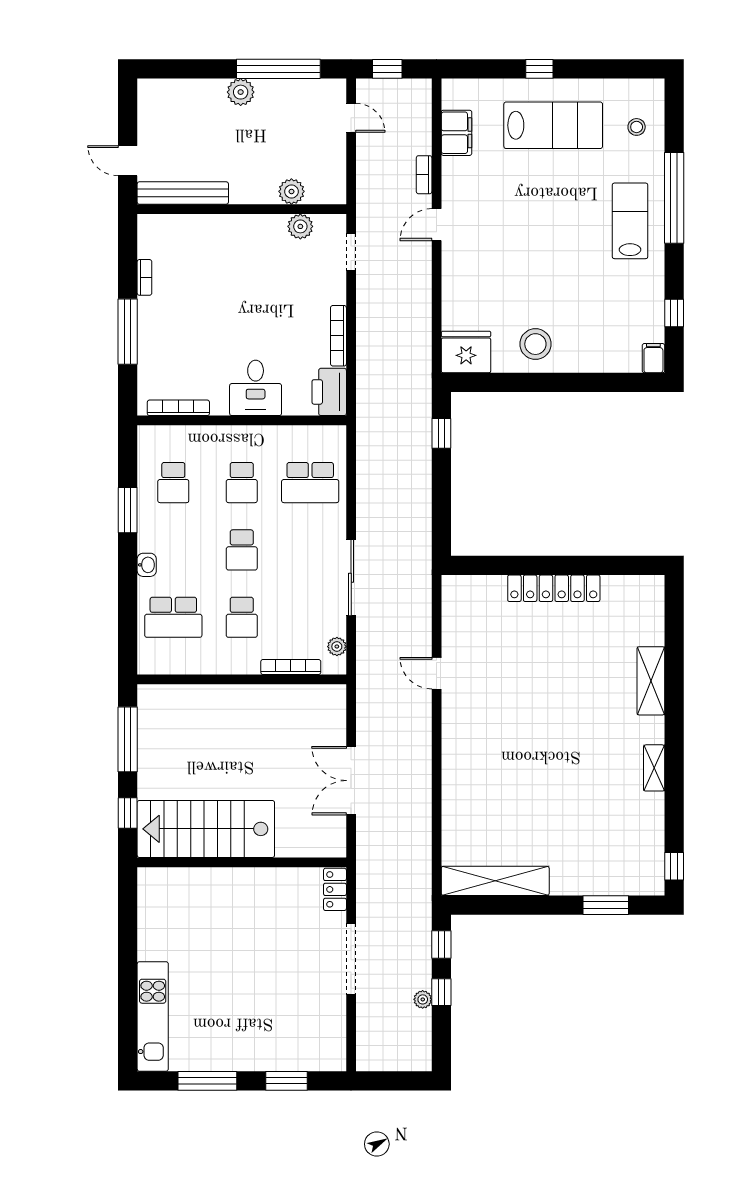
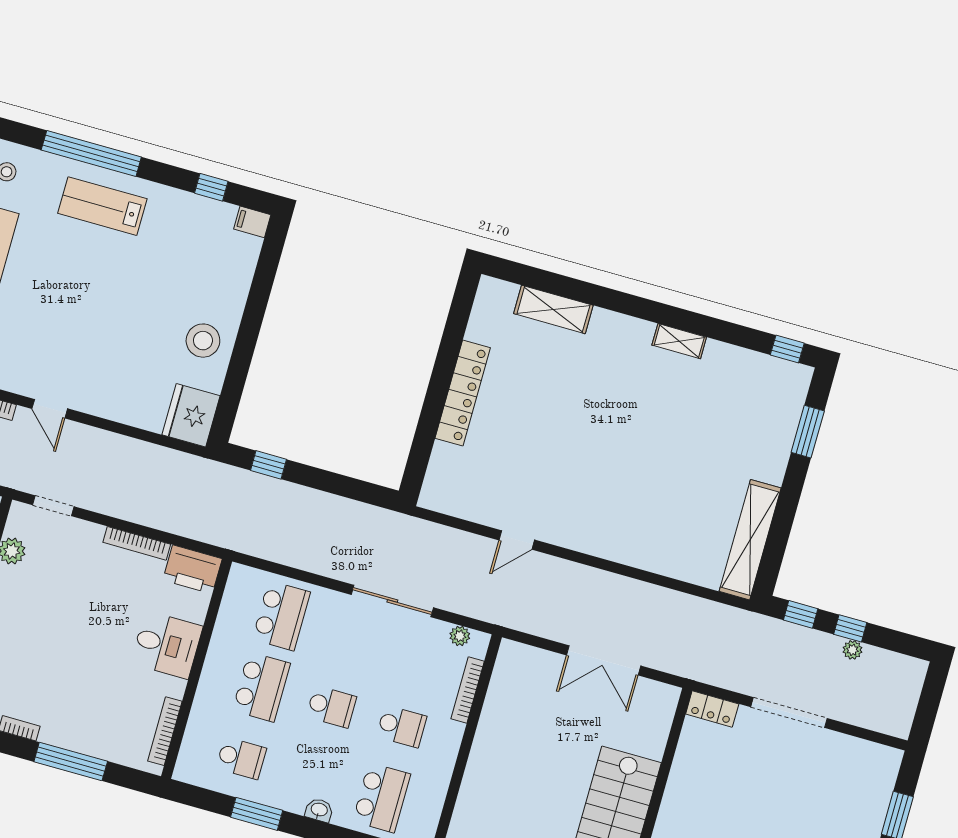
school desk: (242, 483) -> (261, 687), width x1.85
shelving: (651, 681) -> (553, 309), moved

